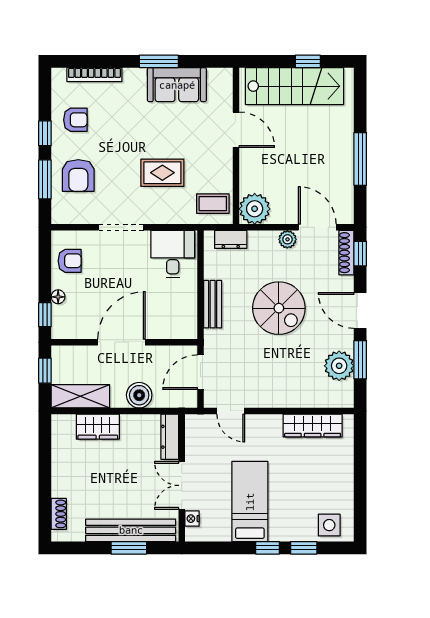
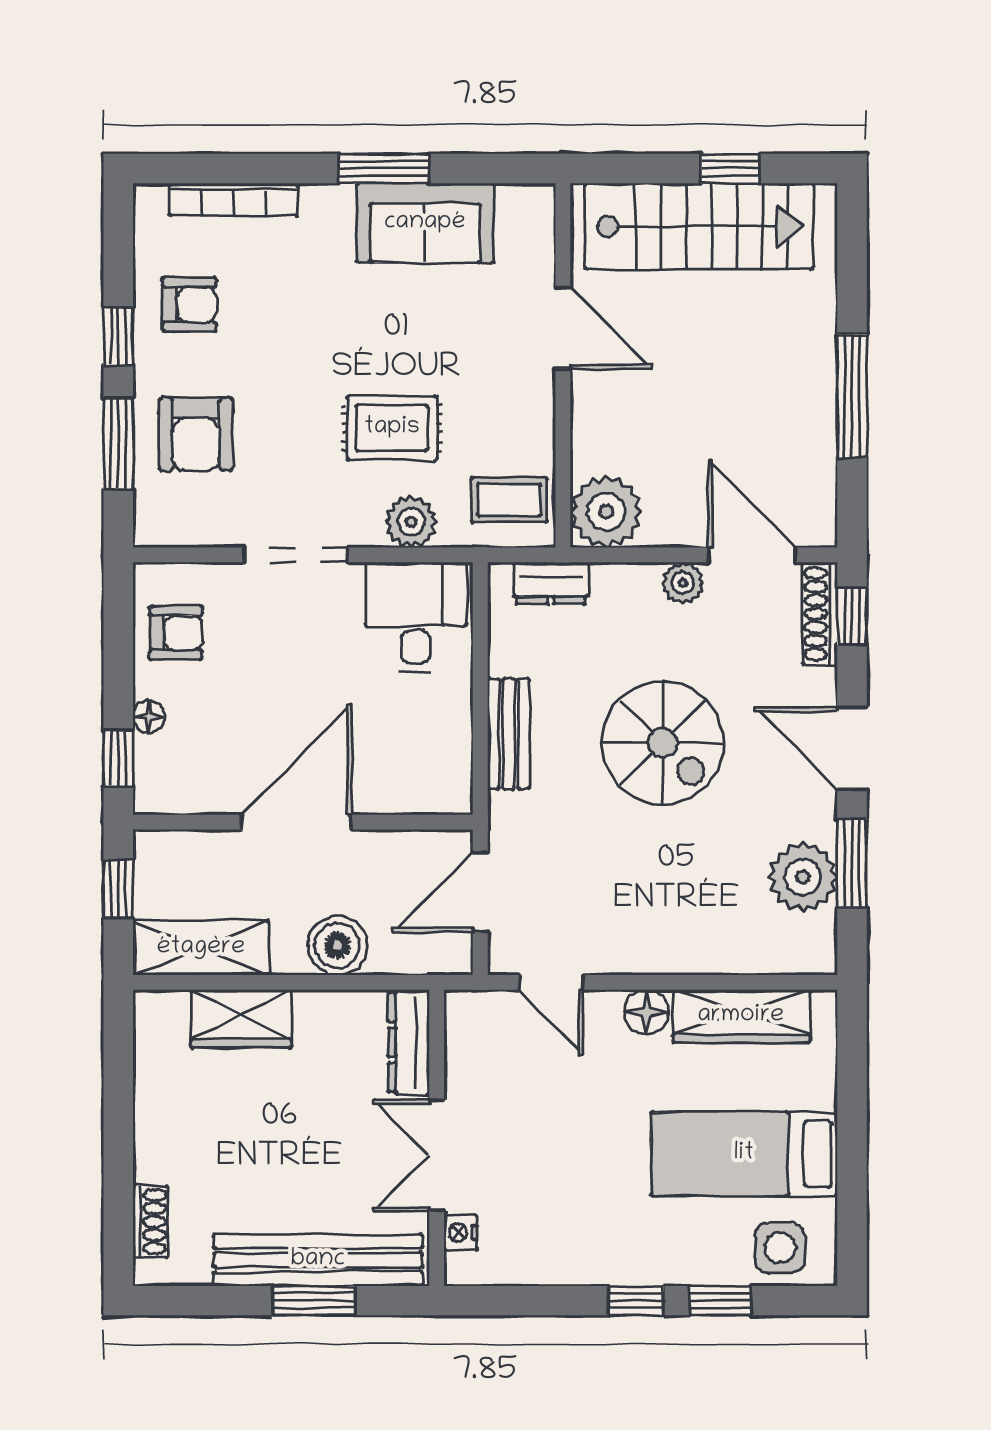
plant: (171, 213) -> (411, 522), added
floor lamp: (272, 424) -> (647, 1012), added
bed: (250, 502) -> (744, 1154), moved, turned -90

